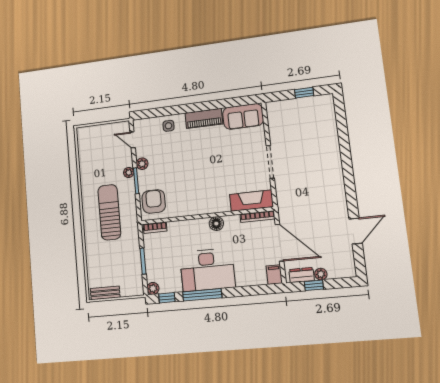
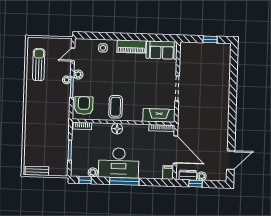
door: (133, 140) -> (73, 54), hinge flipped
coffee table: (194, 197) -> (116, 107), added
sun lounger: (109, 212) -> (39, 65), moved, width x0.73, depth x0.75
floor lamp: (216, 224) -> (117, 129), moved
door: (356, 231) -> (231, 160), moved
plant: (153, 288) -> (93, 172), moved
window: (202, 295) -> (124, 181), moved

